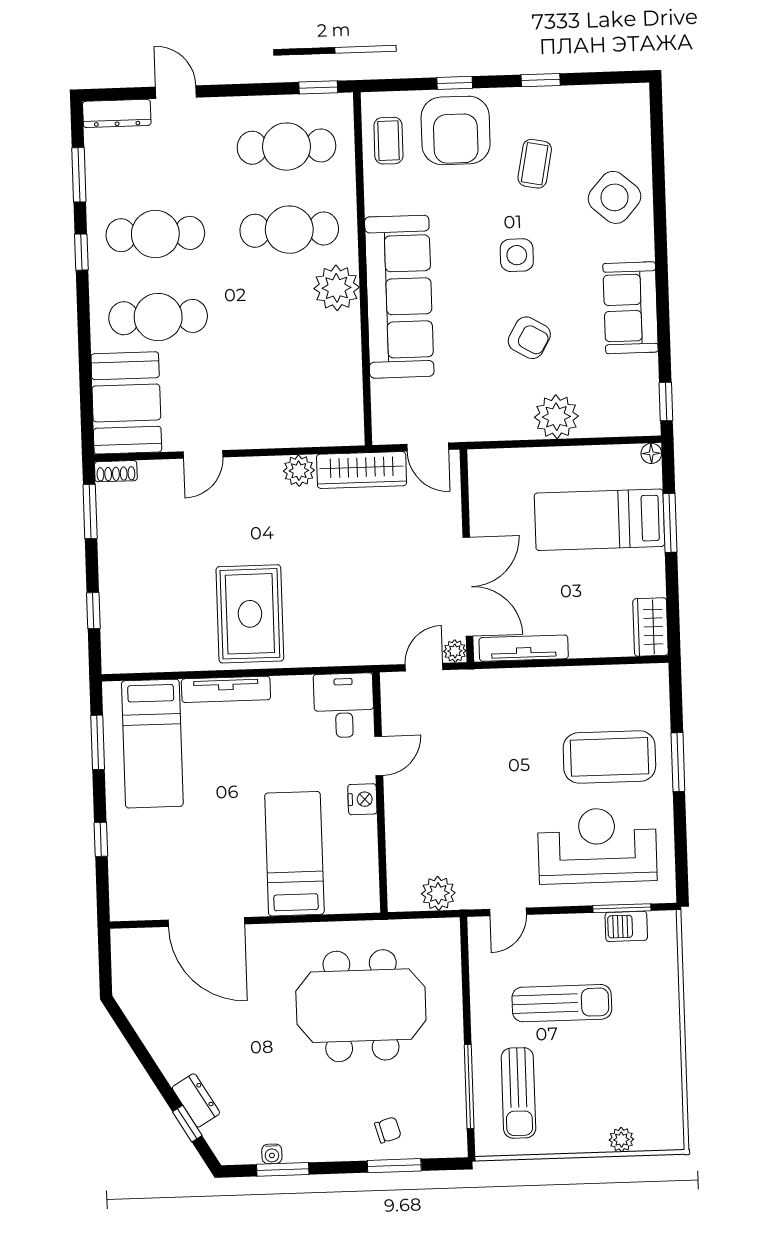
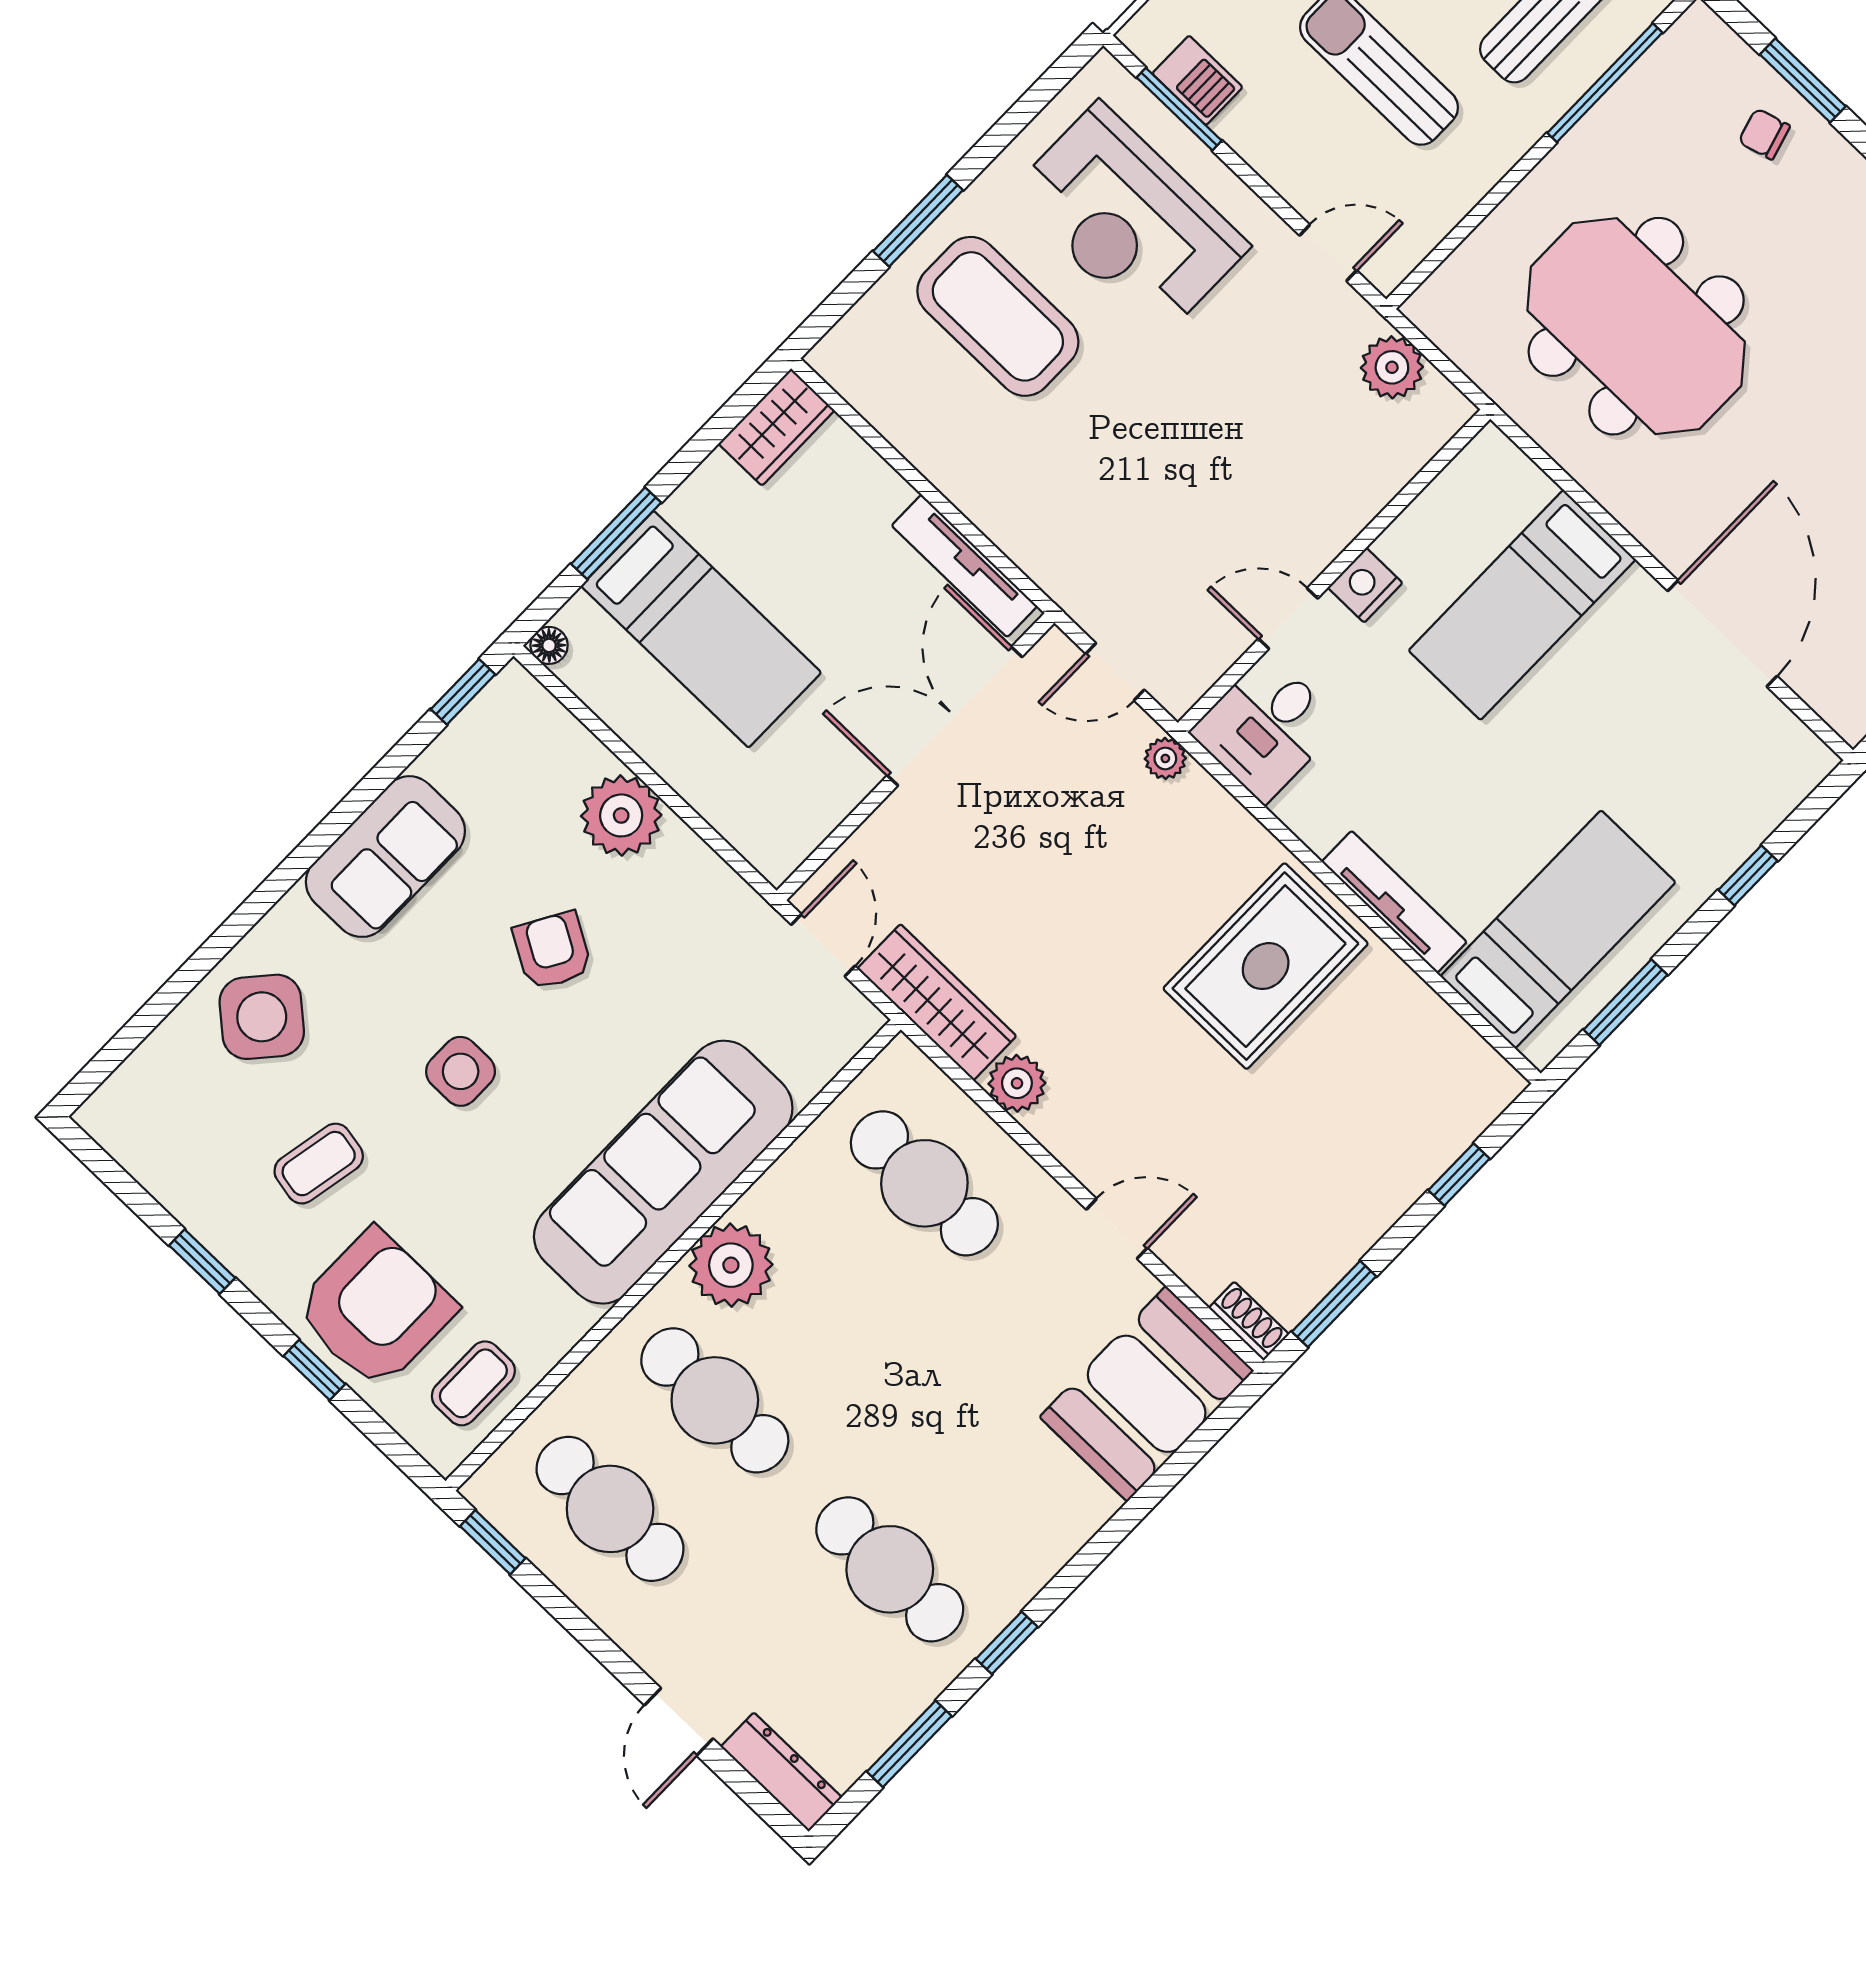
cafe table: (158, 317) -> (924, 1183), moved
plant: (455, 651) -> (1165, 758), moved

